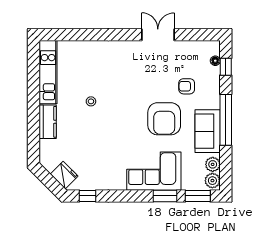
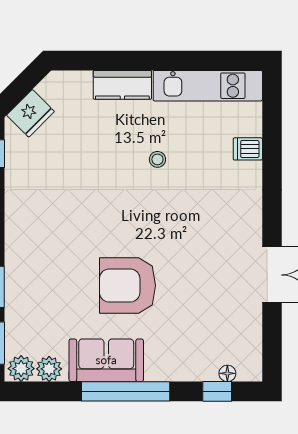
dishwasher: (85, 49) -> (248, 149), added
armchair: (187, 86) -> (183, 324), removed
corner sofa: (154, 171) -> (38, 268), removed

